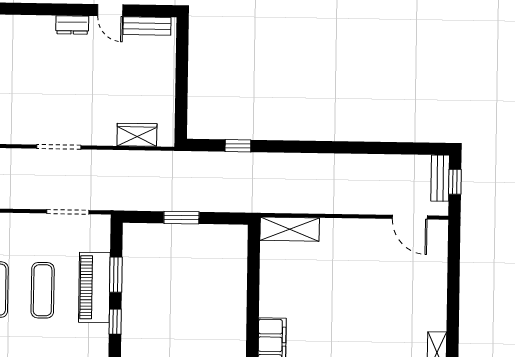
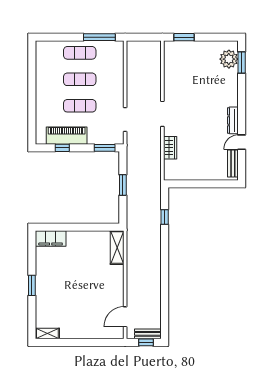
dresser: (72, 25) -> (233, 120), width x1.44
wardrobe: (137, 135) -> (170, 148), moved
window: (116, 275) -> (105, 148), moved
piano: (94, 287) -> (67, 136), moved

